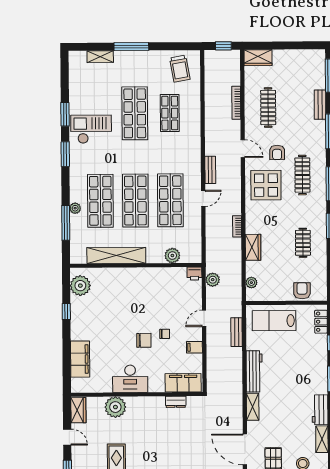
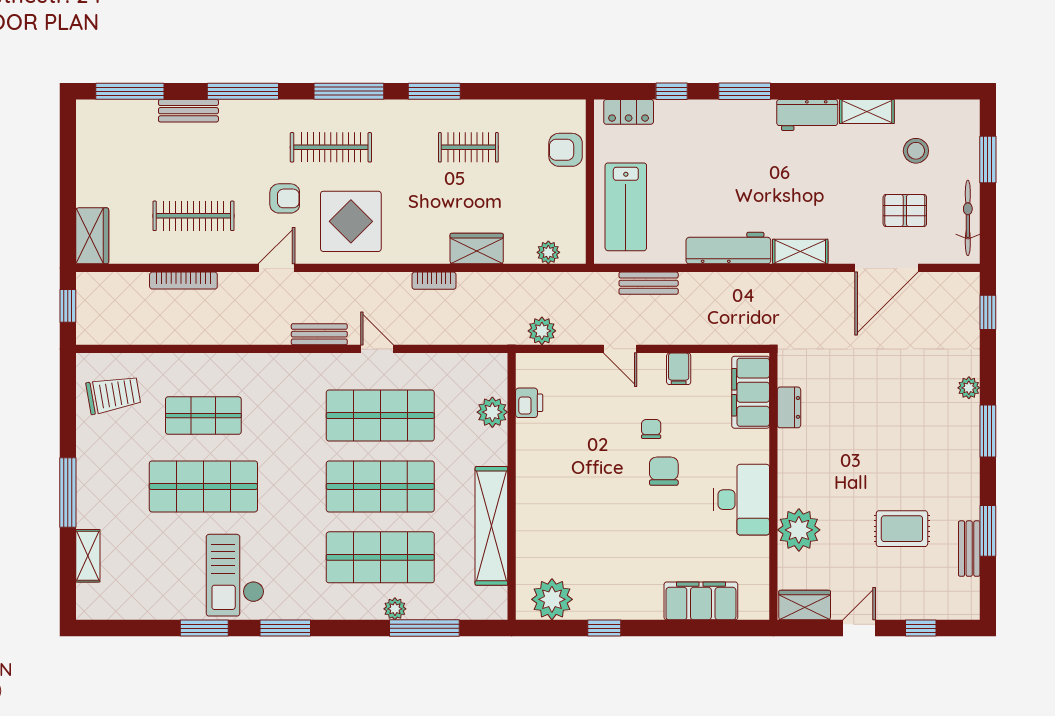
printer: (194, 274) -> (529, 403), moved

